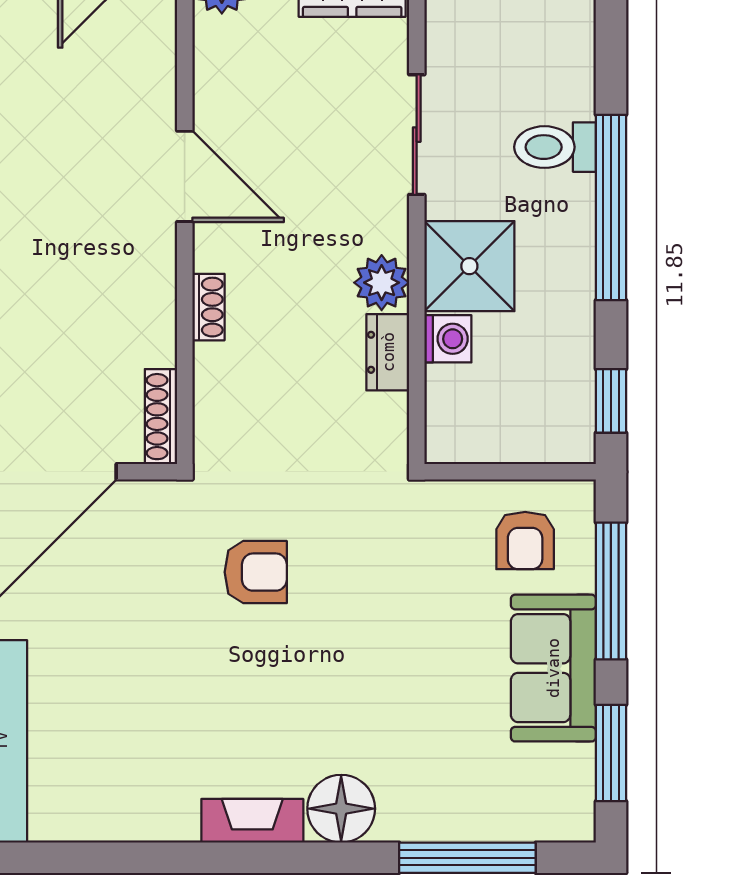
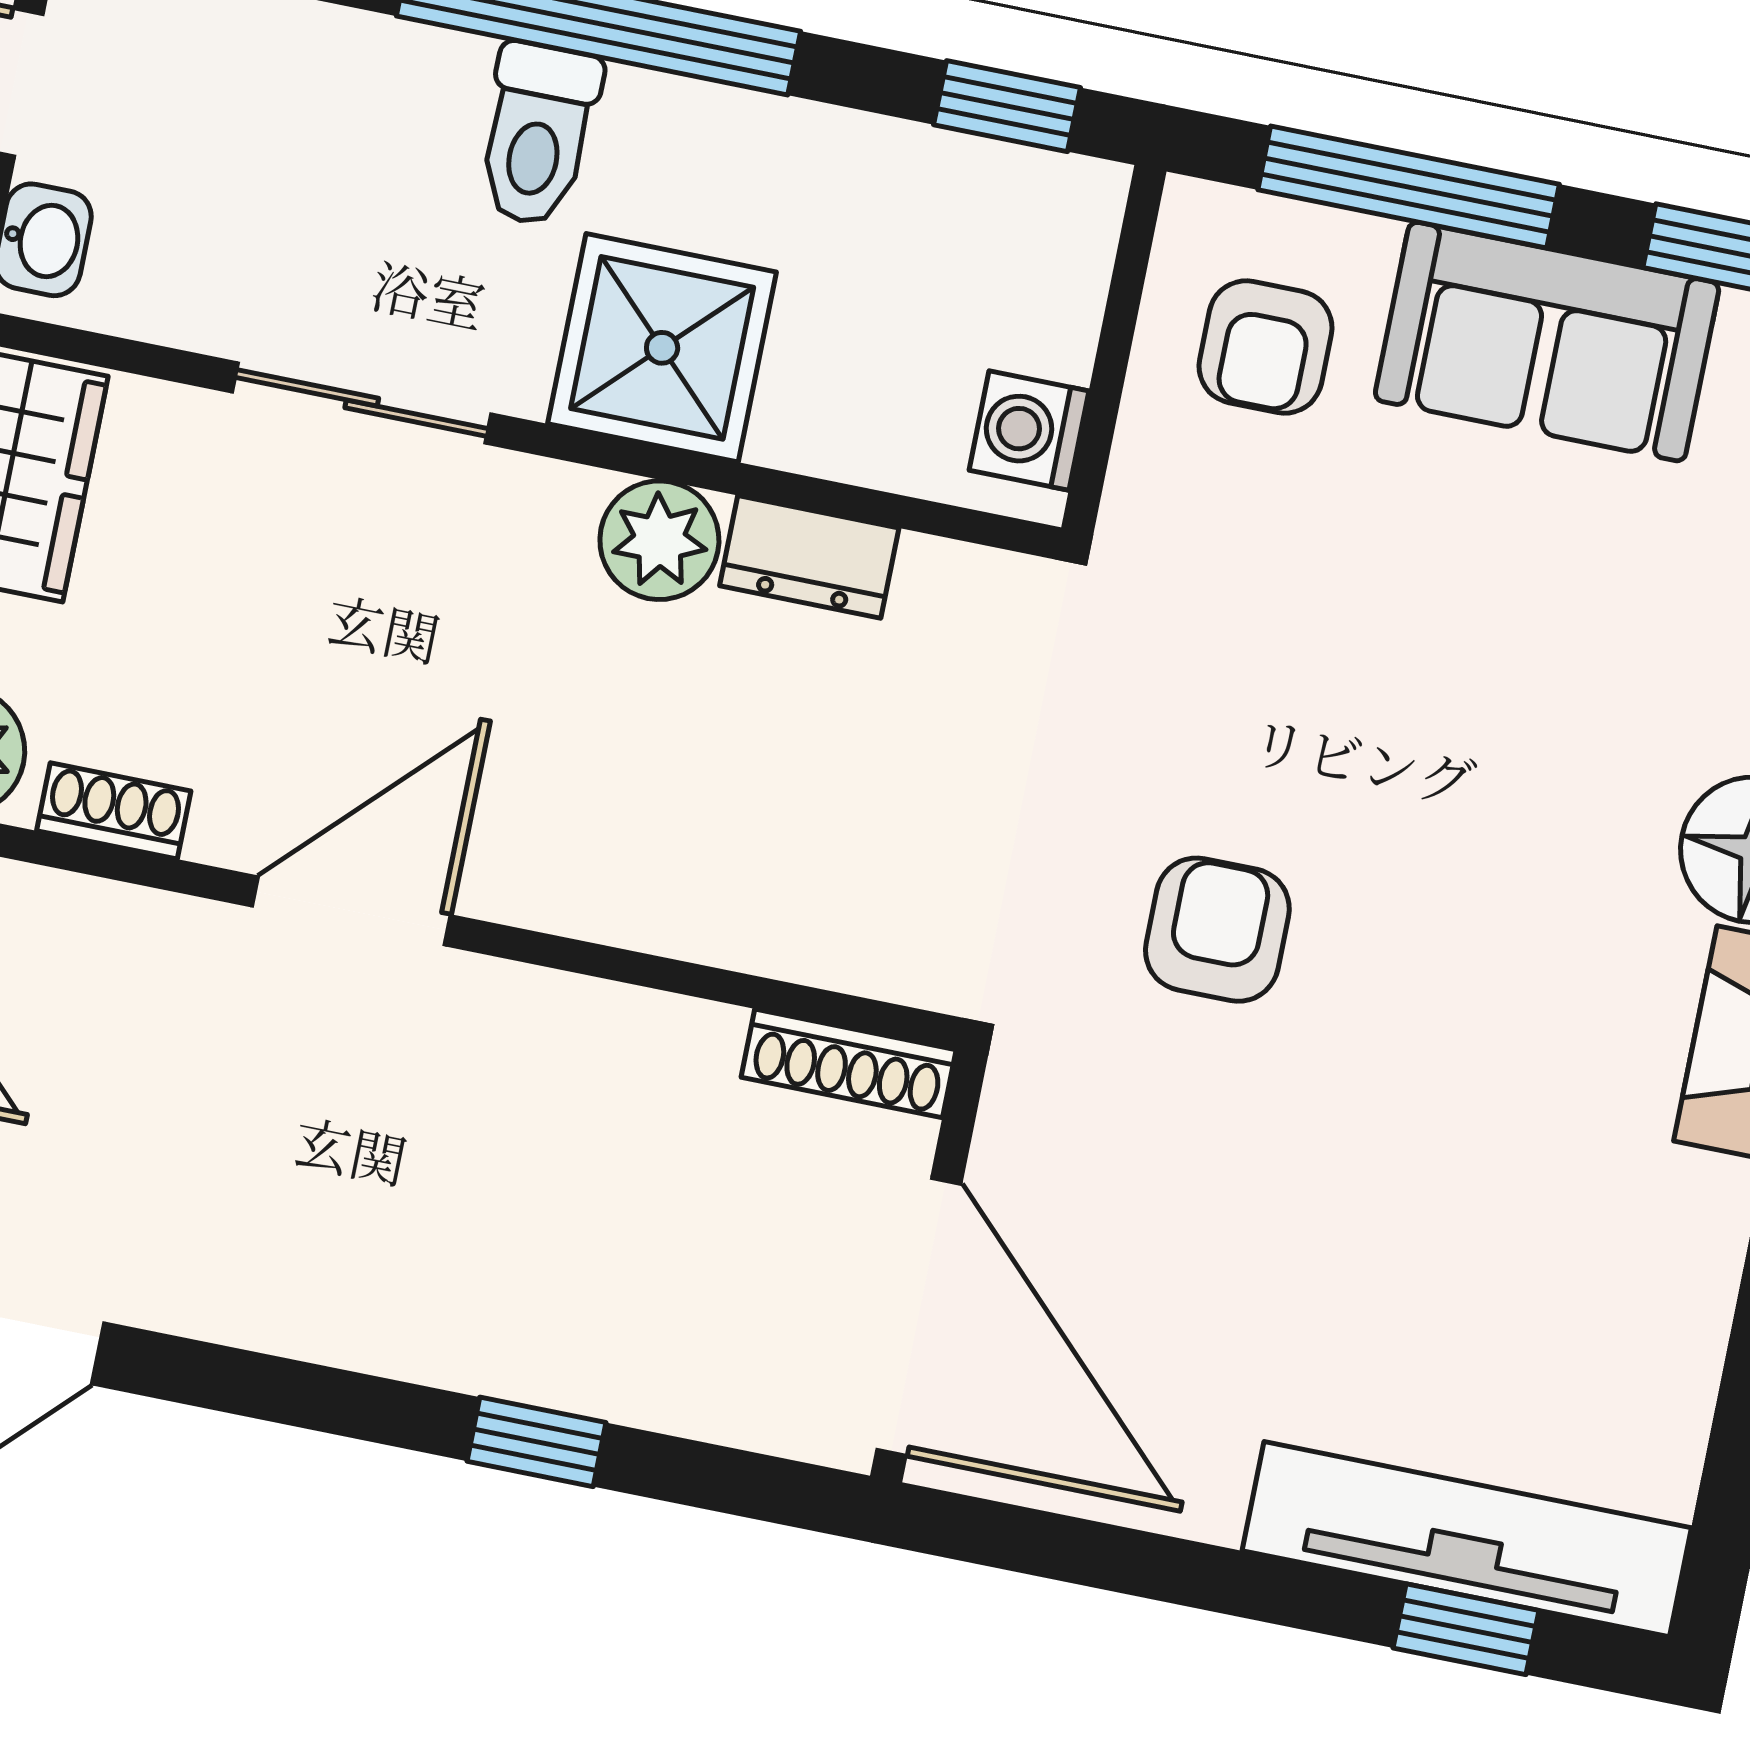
toilet: (555, 147) -> (538, 134), moved
shoe rack: (208, 307) -> (114, 811), moved
washing machine: (448, 339) -> (1029, 431), moved, turned -90
armchair: (525, 541) -> (1265, 347), turned 90

